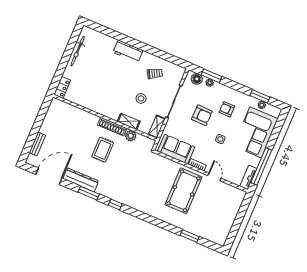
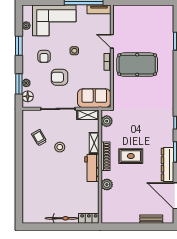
bicycle: (78, 51) -> (62, 218), moved
workbench: (128, 51) -> (92, 168), moved, turned 180
window: (260, 96) -> (19, 46), moved
stool: (141, 98) -> (60, 147), moved
armchair: (202, 115) -> (59, 77), turned -91
plant: (86, 117) -> (107, 185), added
plant: (131, 136) -> (107, 121), moved
sofa: (176, 149) -> (94, 98), moved, turned 90
door: (214, 177) -> (112, 41), hinge flipped

